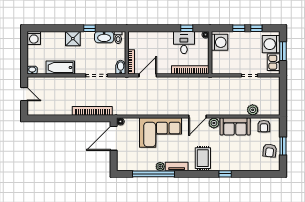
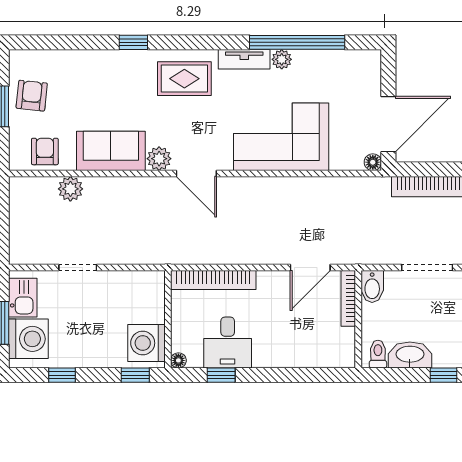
window: (239, 28) -> (135, 375), moved
door: (198, 117) -> (196, 174), swing flipped
rug: (203, 158) -> (184, 79), turned 90

